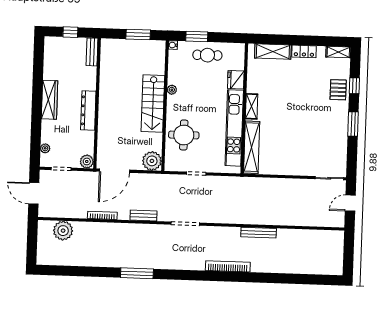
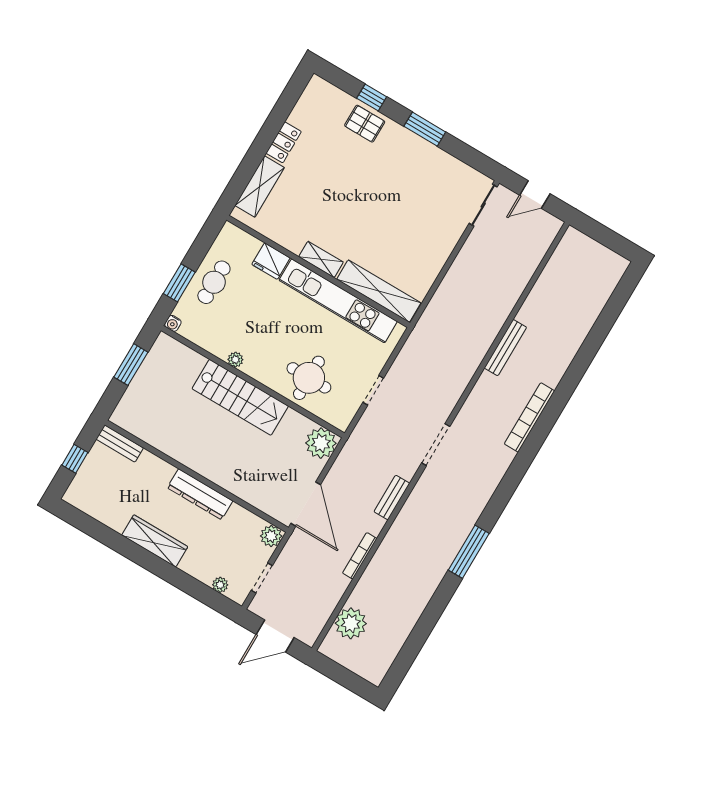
shelving: (338, 52) -> (311, 94), removed
door: (350, 203) -> (535, 194), hinge flipped

